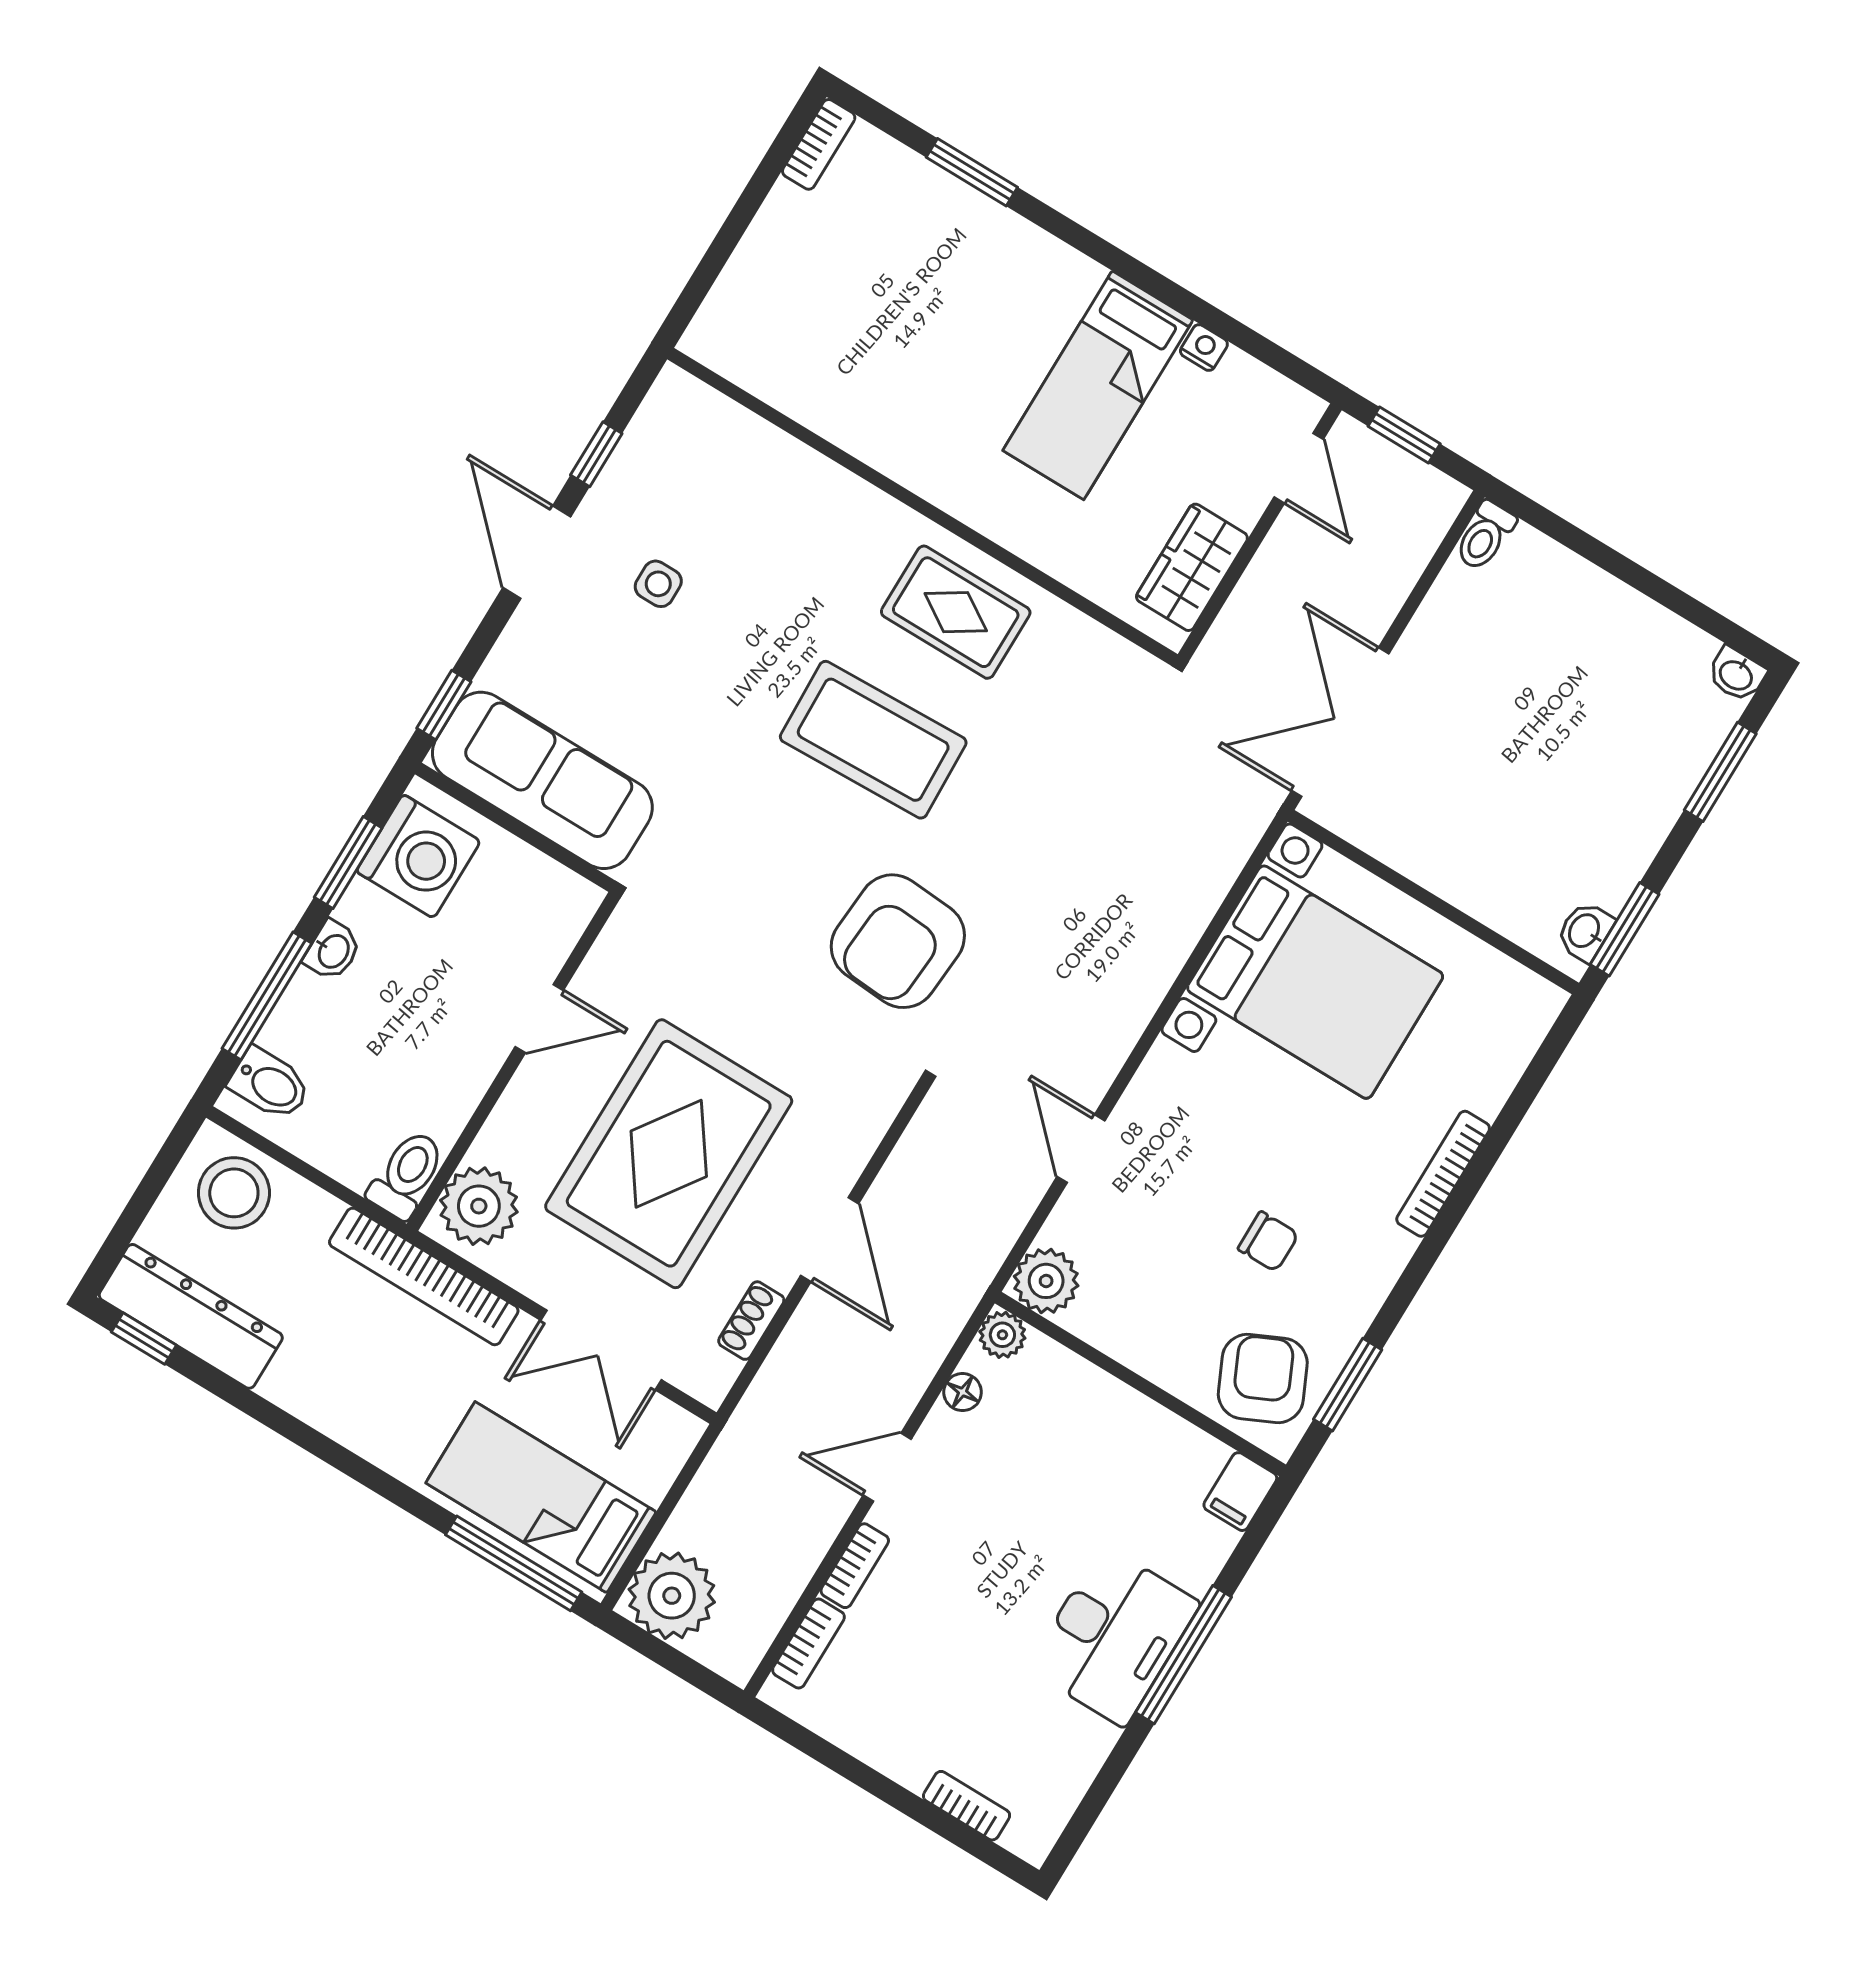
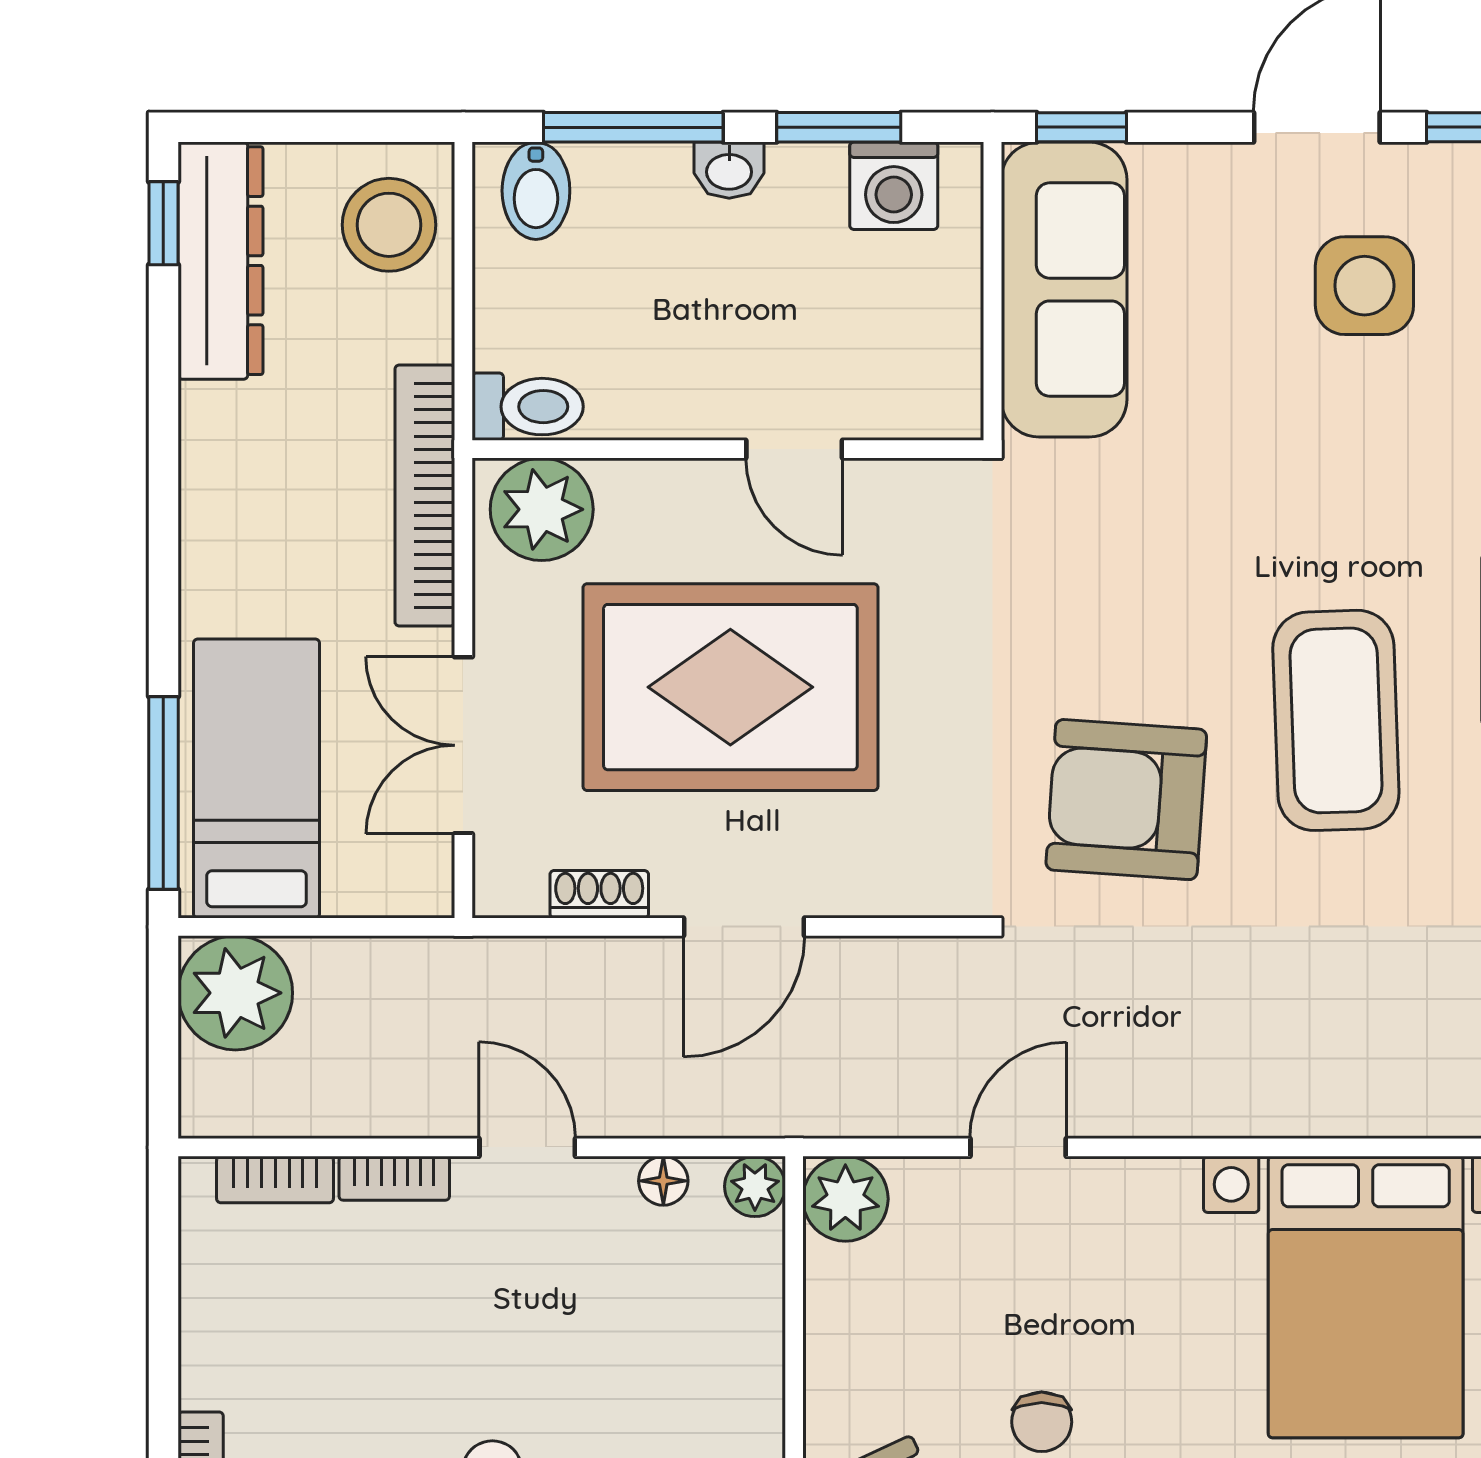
side table: (658, 584) -> (1364, 286), width x1.87, depth x1.87
coffee table: (873, 740) -> (1336, 720), moved
washing machine: (418, 856) -> (894, 186), width x0.73, depth x0.73

